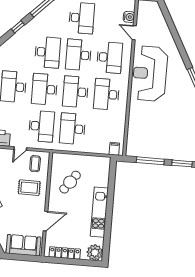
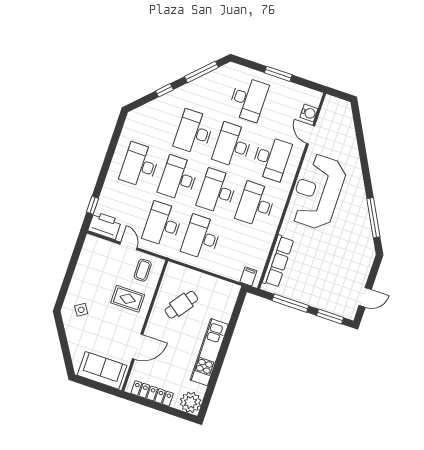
desk: (48, 52) -> (194, 132), turned 180
desk: (41, 126) -> (163, 224), turned 180
row of seats: (133, 132) -> (278, 261), added
door: (20, 149) -> (129, 246), swing flipped

